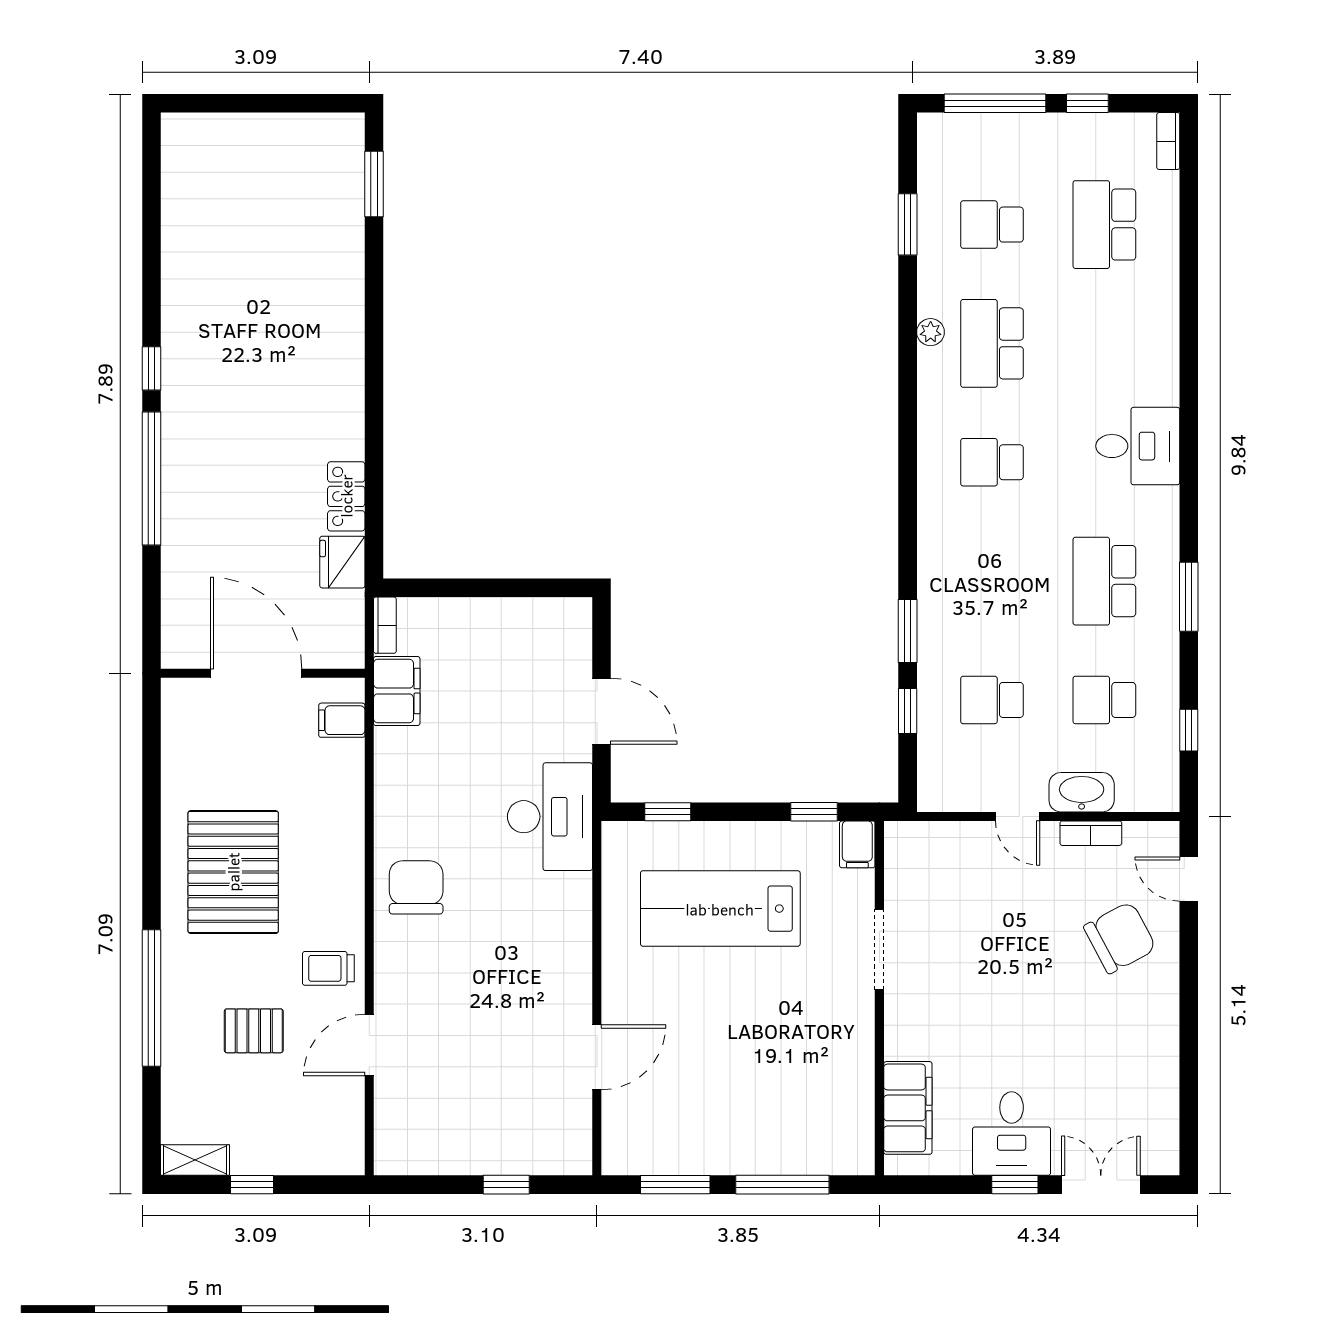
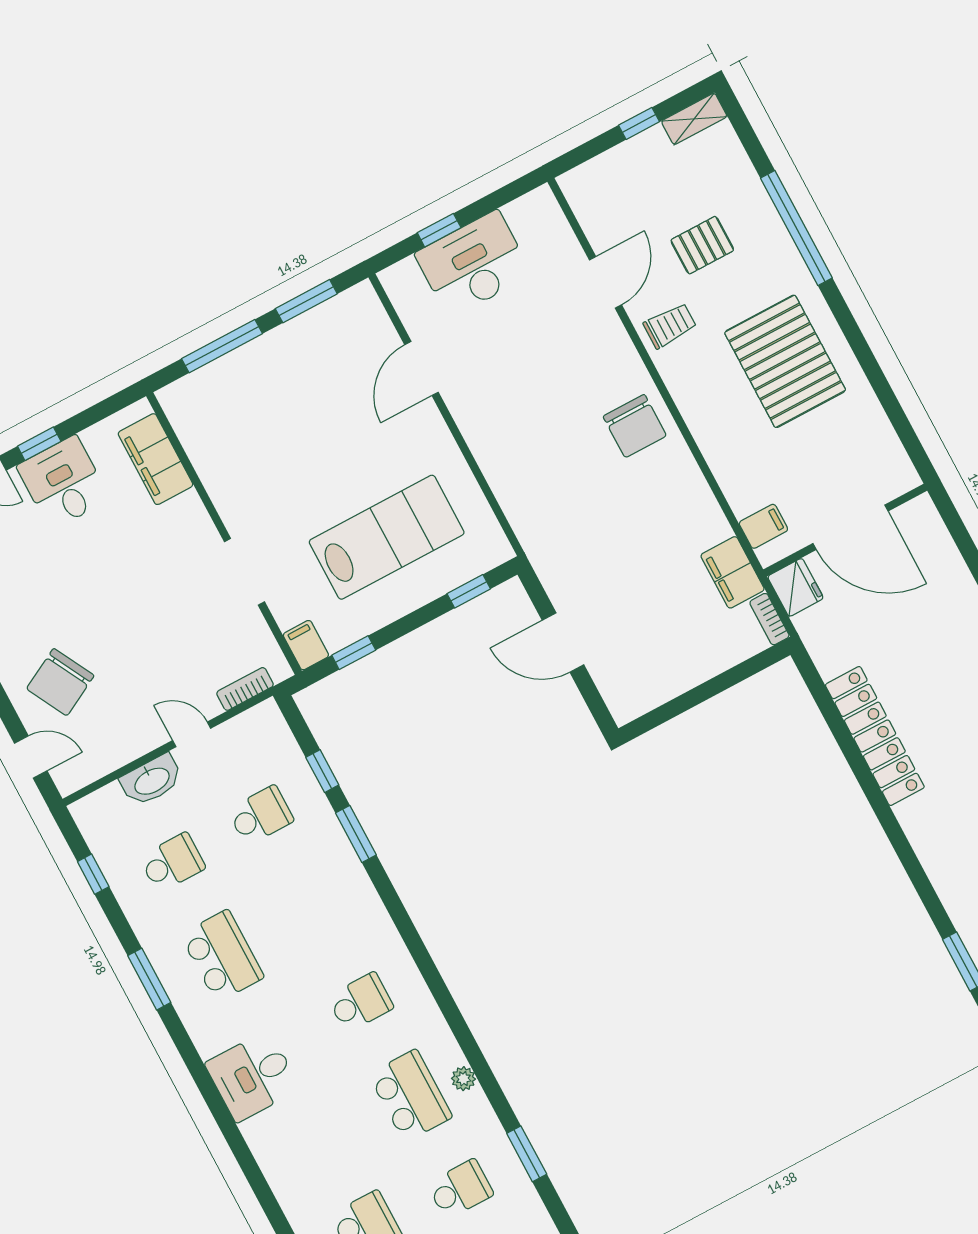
locker: (346, 496) -> (875, 736), width x2.16, depth x1.21
fridge: (342, 562) -> (795, 587), moved
desk: (550, 817) -> (473, 264), moved, turned 90
bookcase: (1091, 833) -> (245, 689), moved

